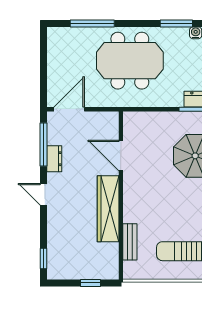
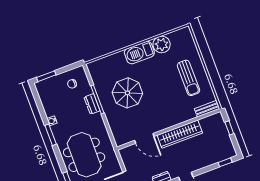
door: (121, 156) -> (144, 138), hinge flipped
bench: (130, 242) -> (207, 109), moved

